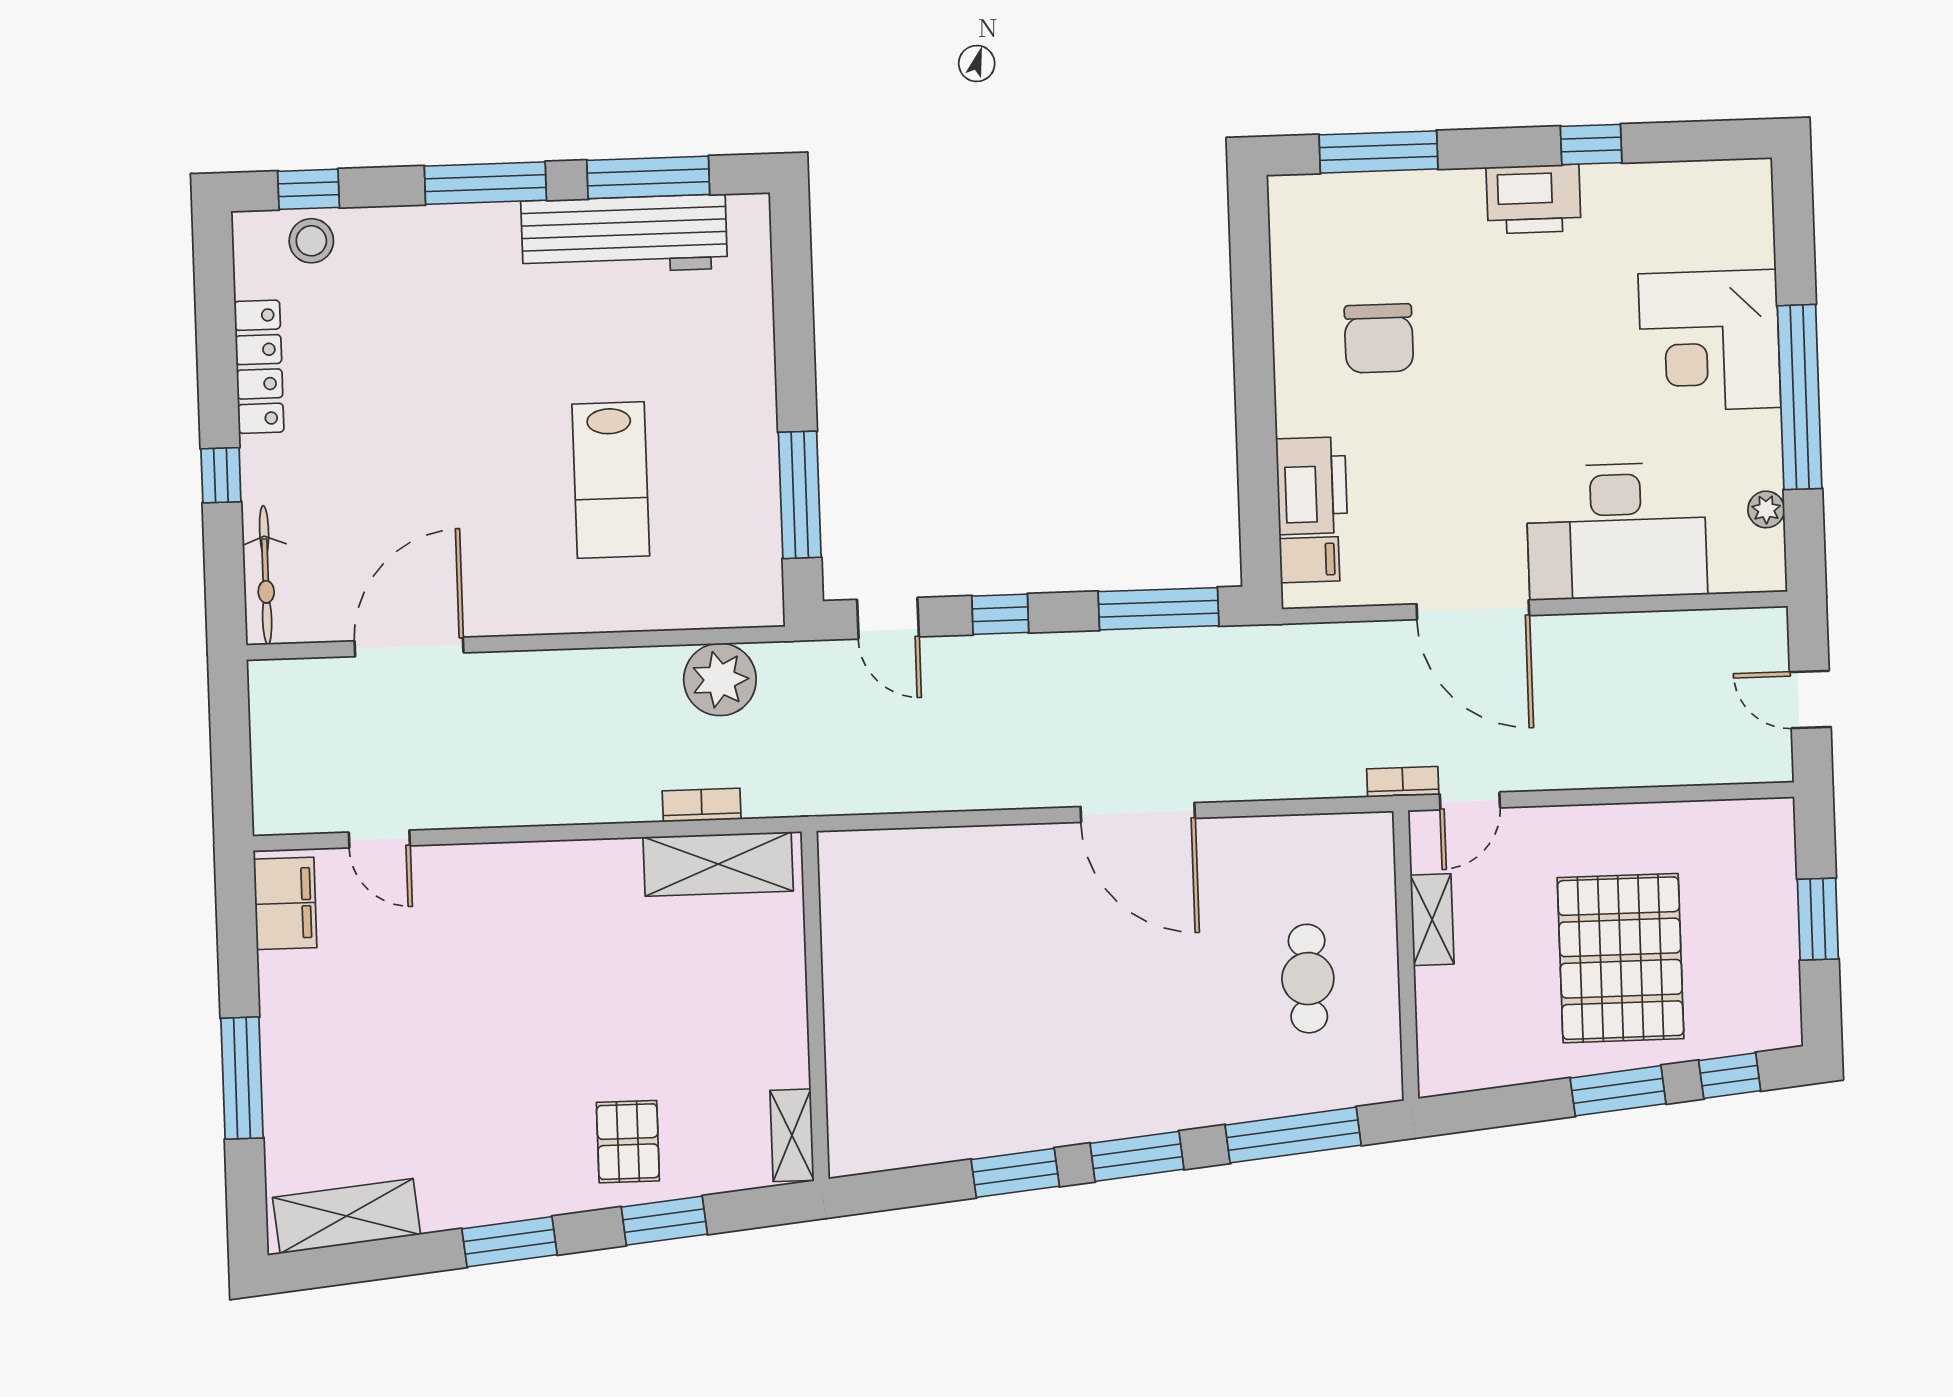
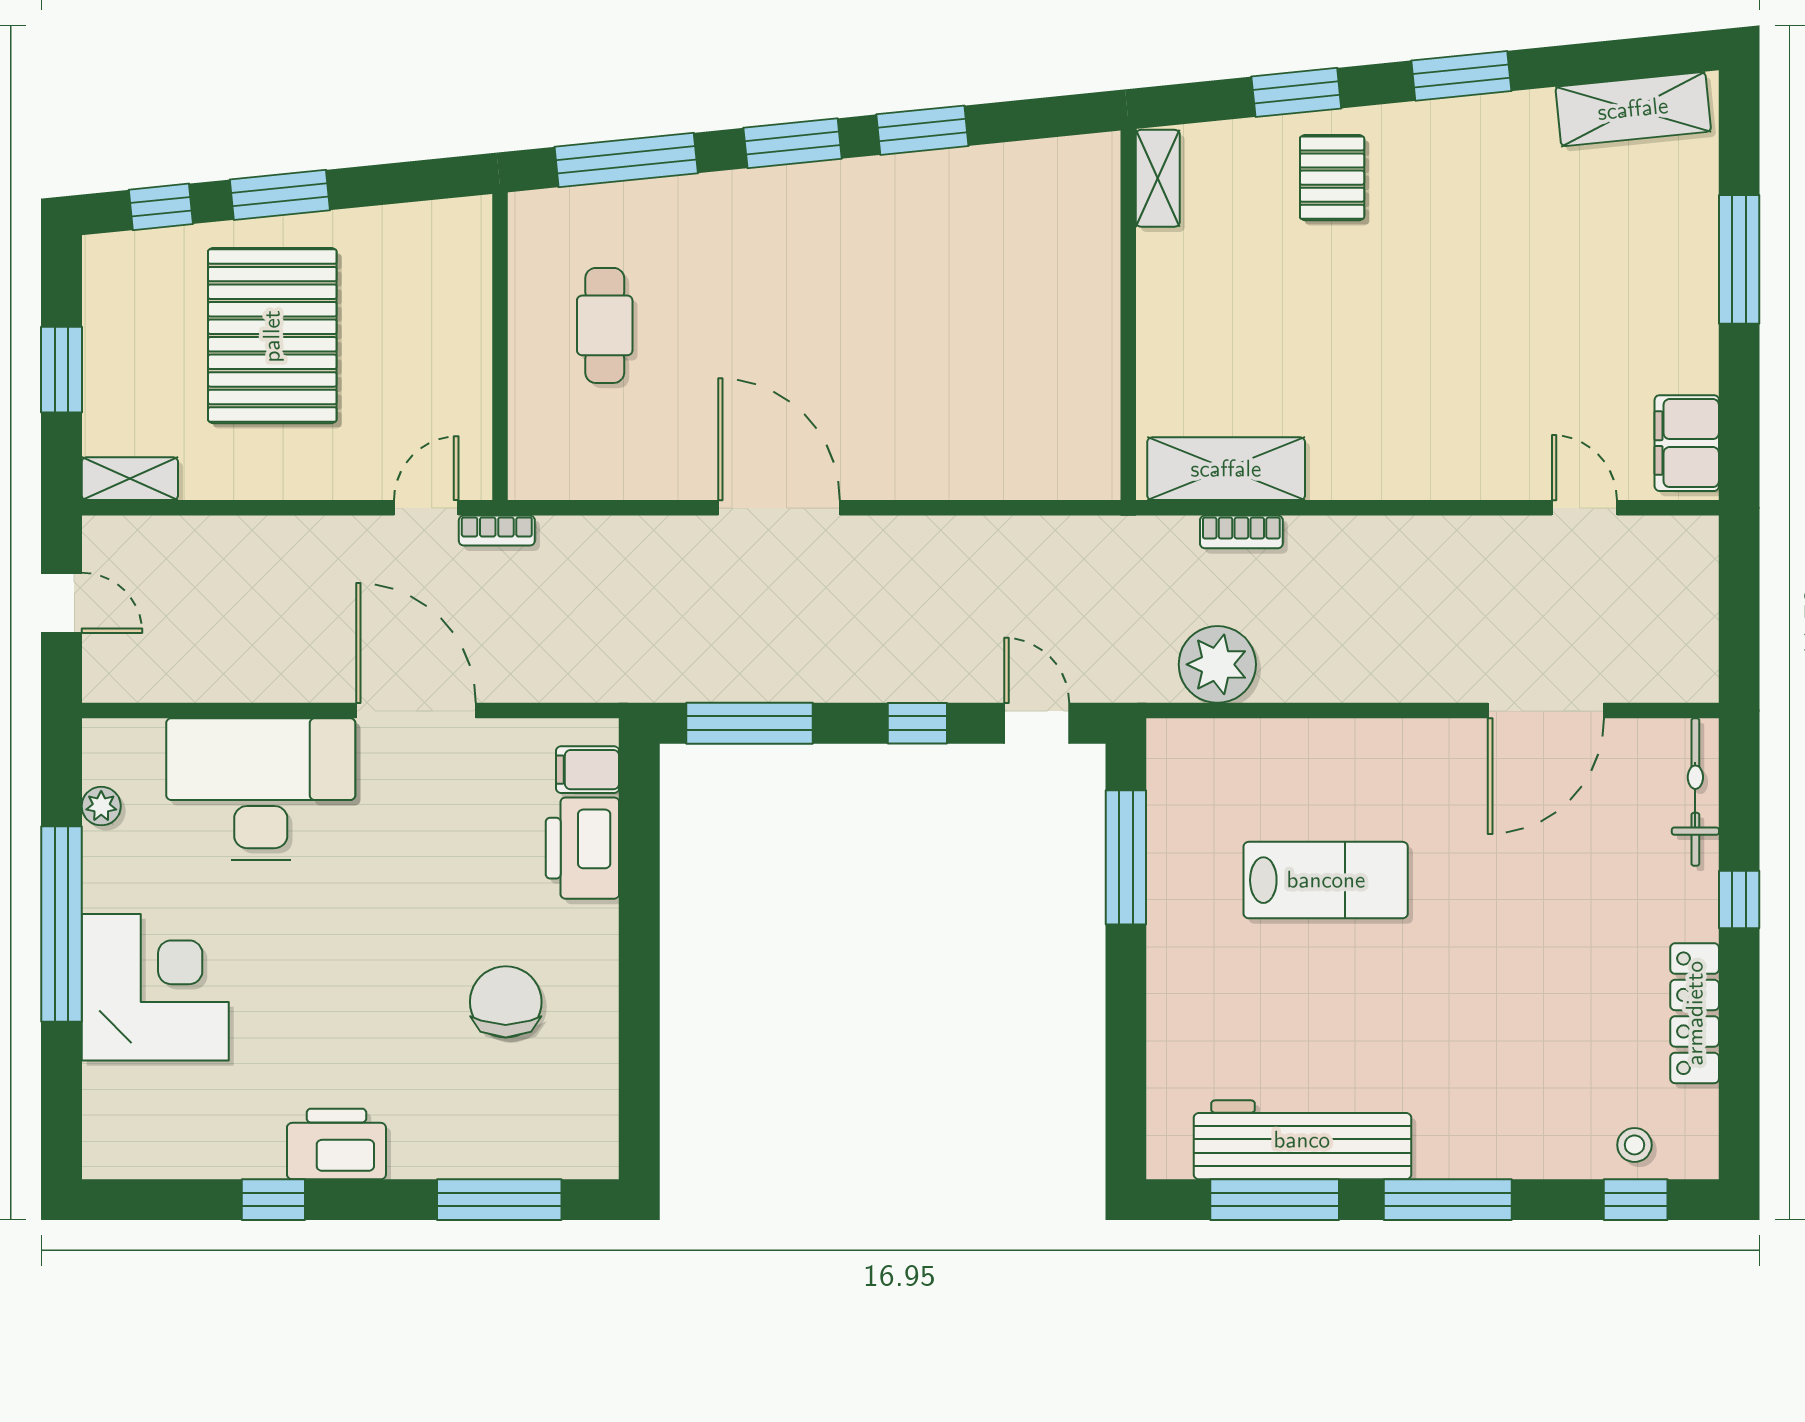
stool: (311, 241) -> (1634, 1145), width x0.73, depth x0.73
lab bench: (611, 480) -> (1326, 880), turned 90
shelving: (1432, 920) -> (130, 479), moved, turned 90

